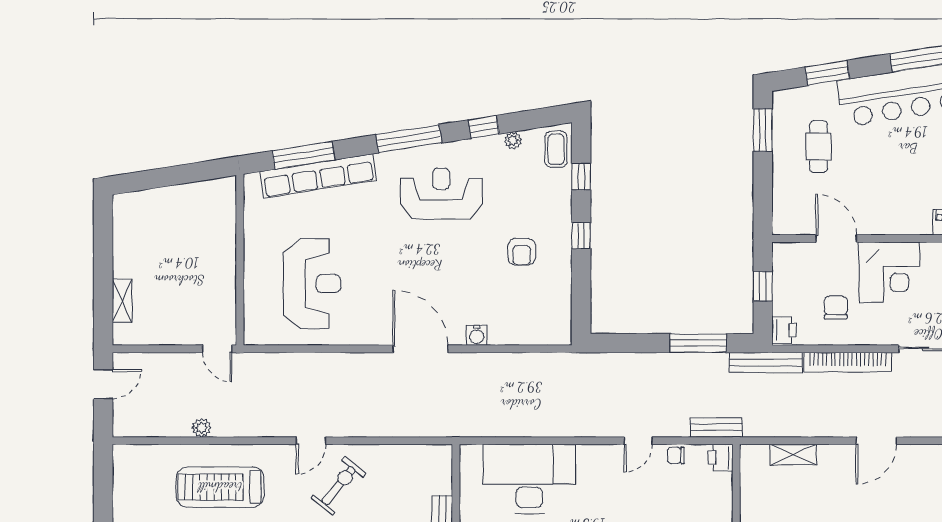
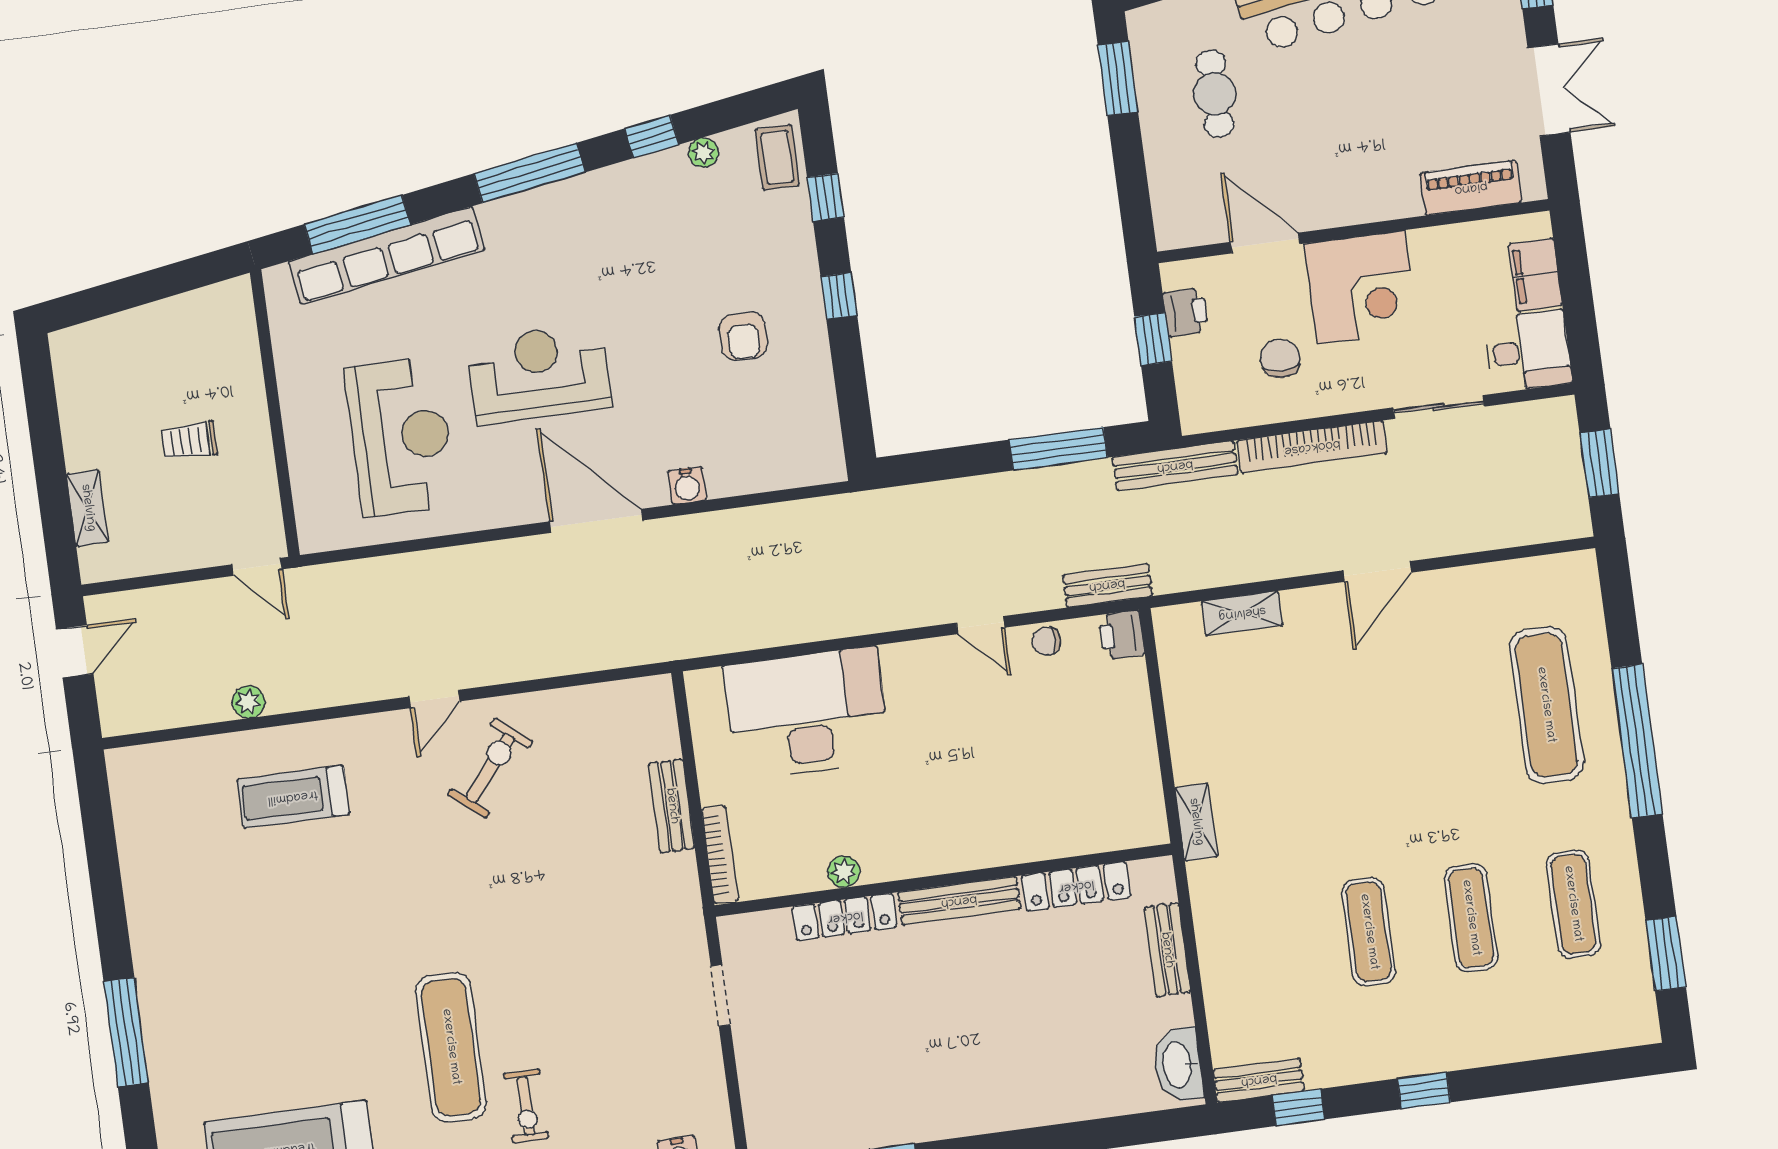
reception desk: (441, 194) -> (539, 374), moved
trolley: (187, 269) -> (189, 441), added
printer: (784, 330) -> (1186, 312), moved
door: (638, 441) -> (980, 625), hinge flipped
treadmill: (220, 487) -> (293, 797), width x0.73, depth x0.73

